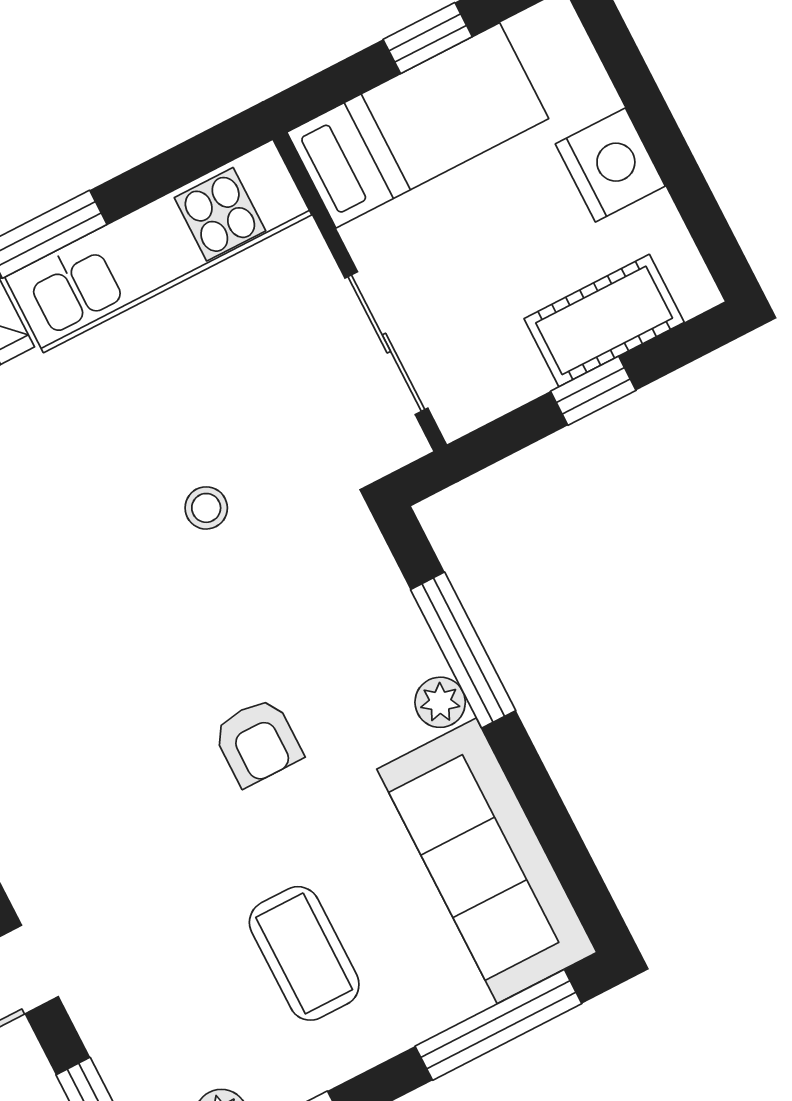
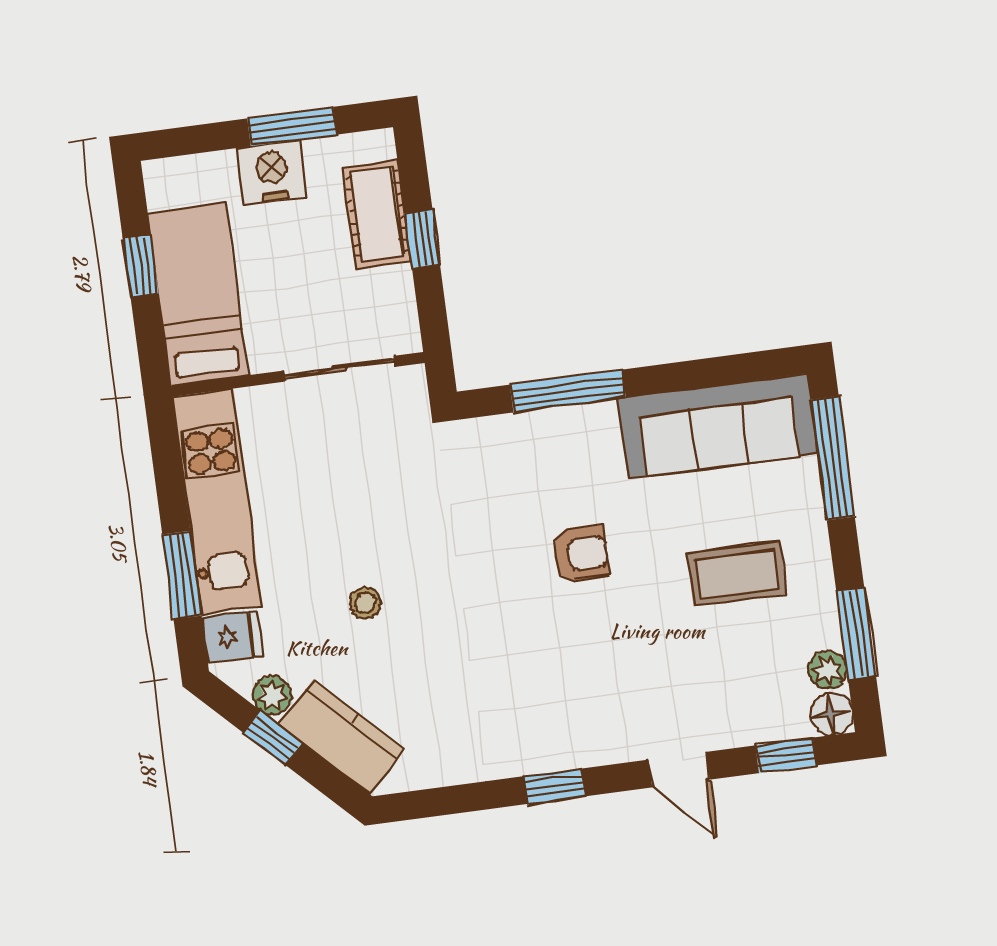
window: (679, 170) -> (292, 127), added
stool: (206, 508) -> (365, 603), moved
plant: (440, 702) -> (598, 419), removed

